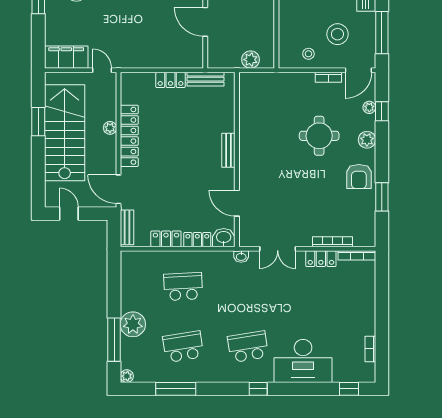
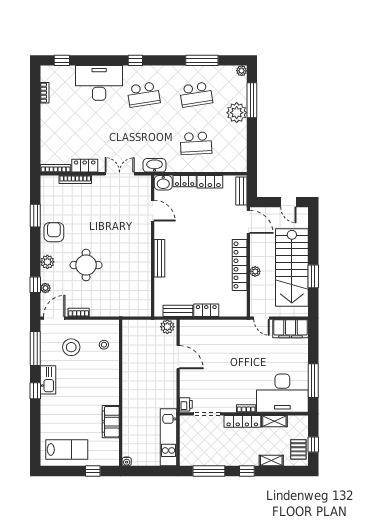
stool: (308, 54) -> (104, 345), moved
plant: (251, 60) -> (167, 327), moved
bench: (228, 150) -> (159, 258), width x1.36
washbasin: (241, 256) -> (155, 165), width x1.91, depth x1.45

